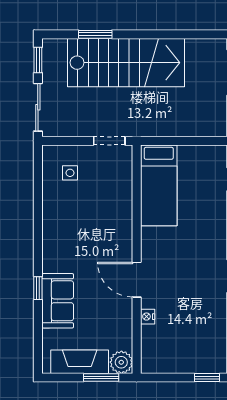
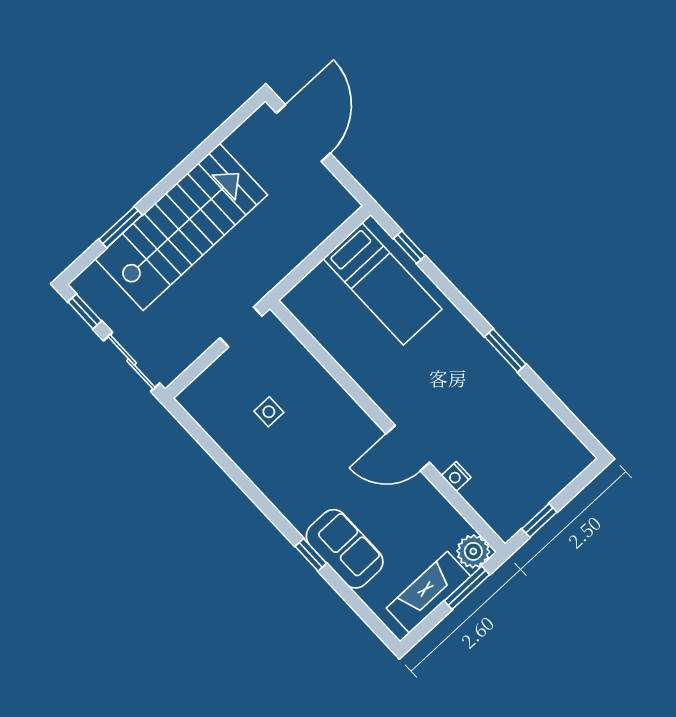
side table: (70, 173) -> (269, 412), moved
bed: (159, 185) -> (383, 284), moved
window: (207, 378) -> (539, 520), moved

